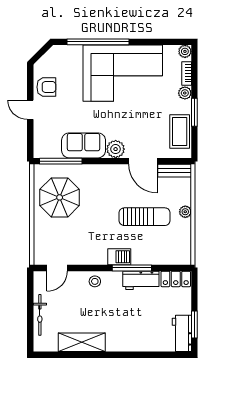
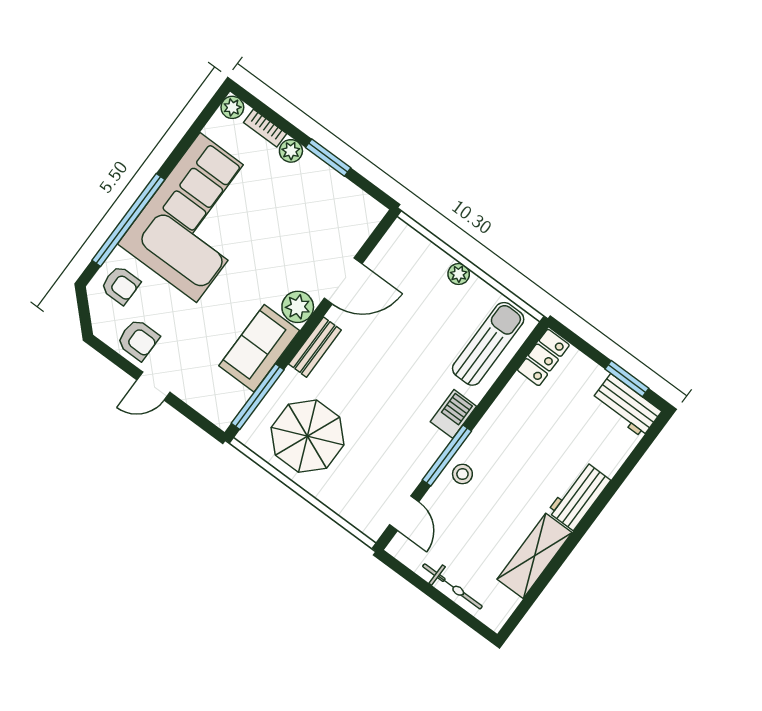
armchair: (65, 60) -> (121, 285), added
armchair: (46, 87) -> (138, 340), turned 90
coffee table: (180, 132) -> (340, 198), removed
bench: (175, 171) -> (315, 347), moved
sun lounger: (145, 217) -> (488, 344), moved
window: (132, 268) -> (447, 455), moved
workbench: (141, 280) -> (579, 496), moved, turned 180

